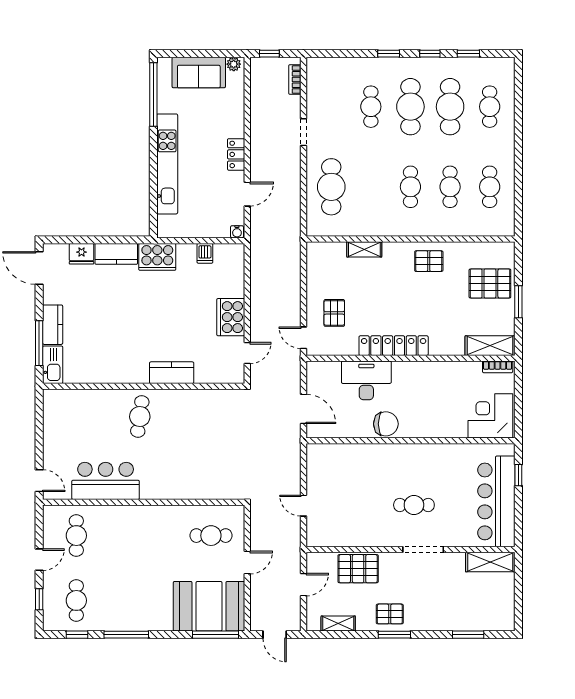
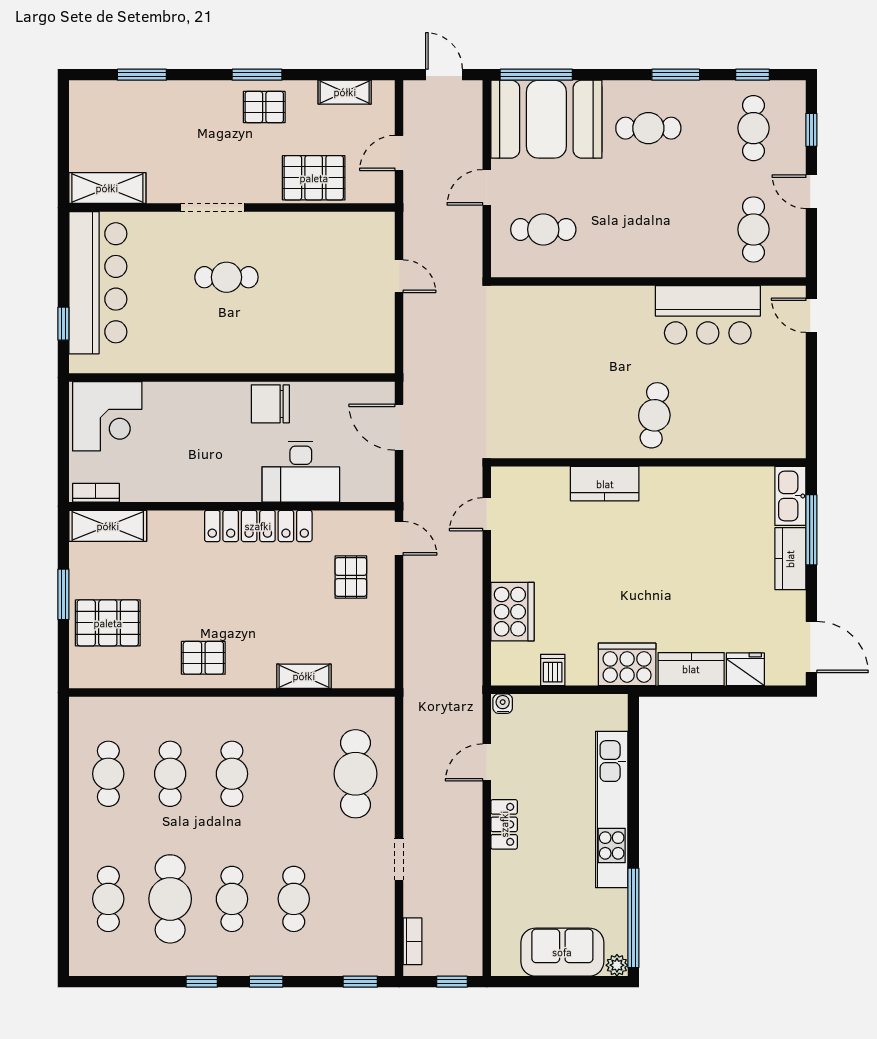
window: (468, 54) -> (360, 982), moved
plant: (234, 64) -> (617, 965), moved
cafe table: (410, 107) -> (232, 899), width x0.73, depth x0.74
cooker: (231, 317) -> (512, 612), moved
door: (39, 560) -> (811, 192), hinge flipped
cafe table: (144, 600) -> (648, 128), added
window: (126, 635) -> (676, 75), width x0.69

